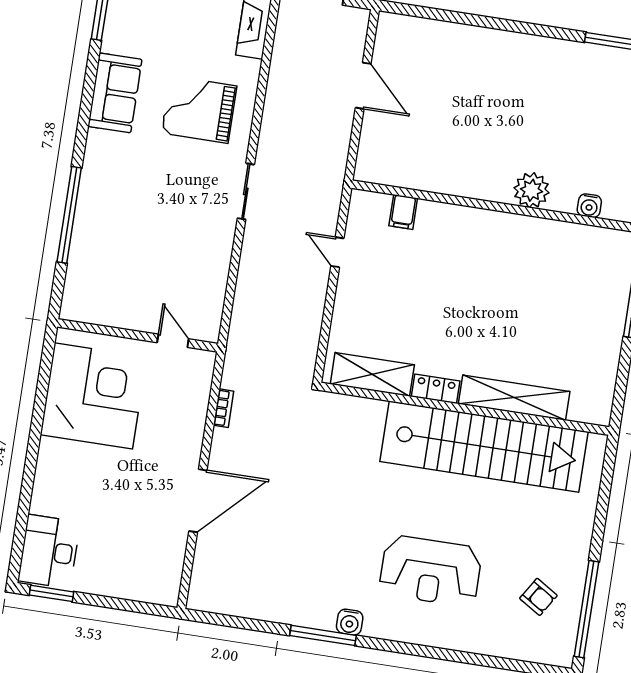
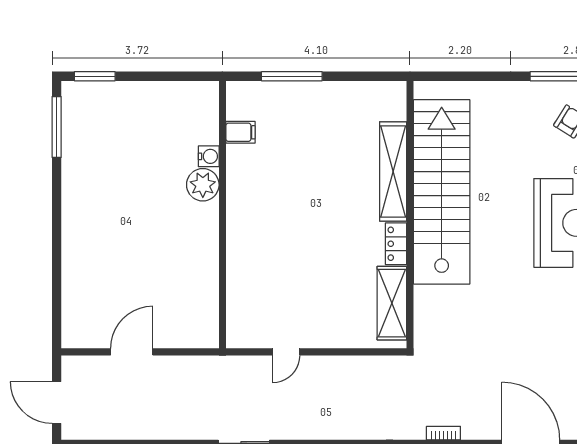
water cooler: (589, 206) -> (209, 156), moved
filing cabinet: (403, 212) -> (240, 132), moved

